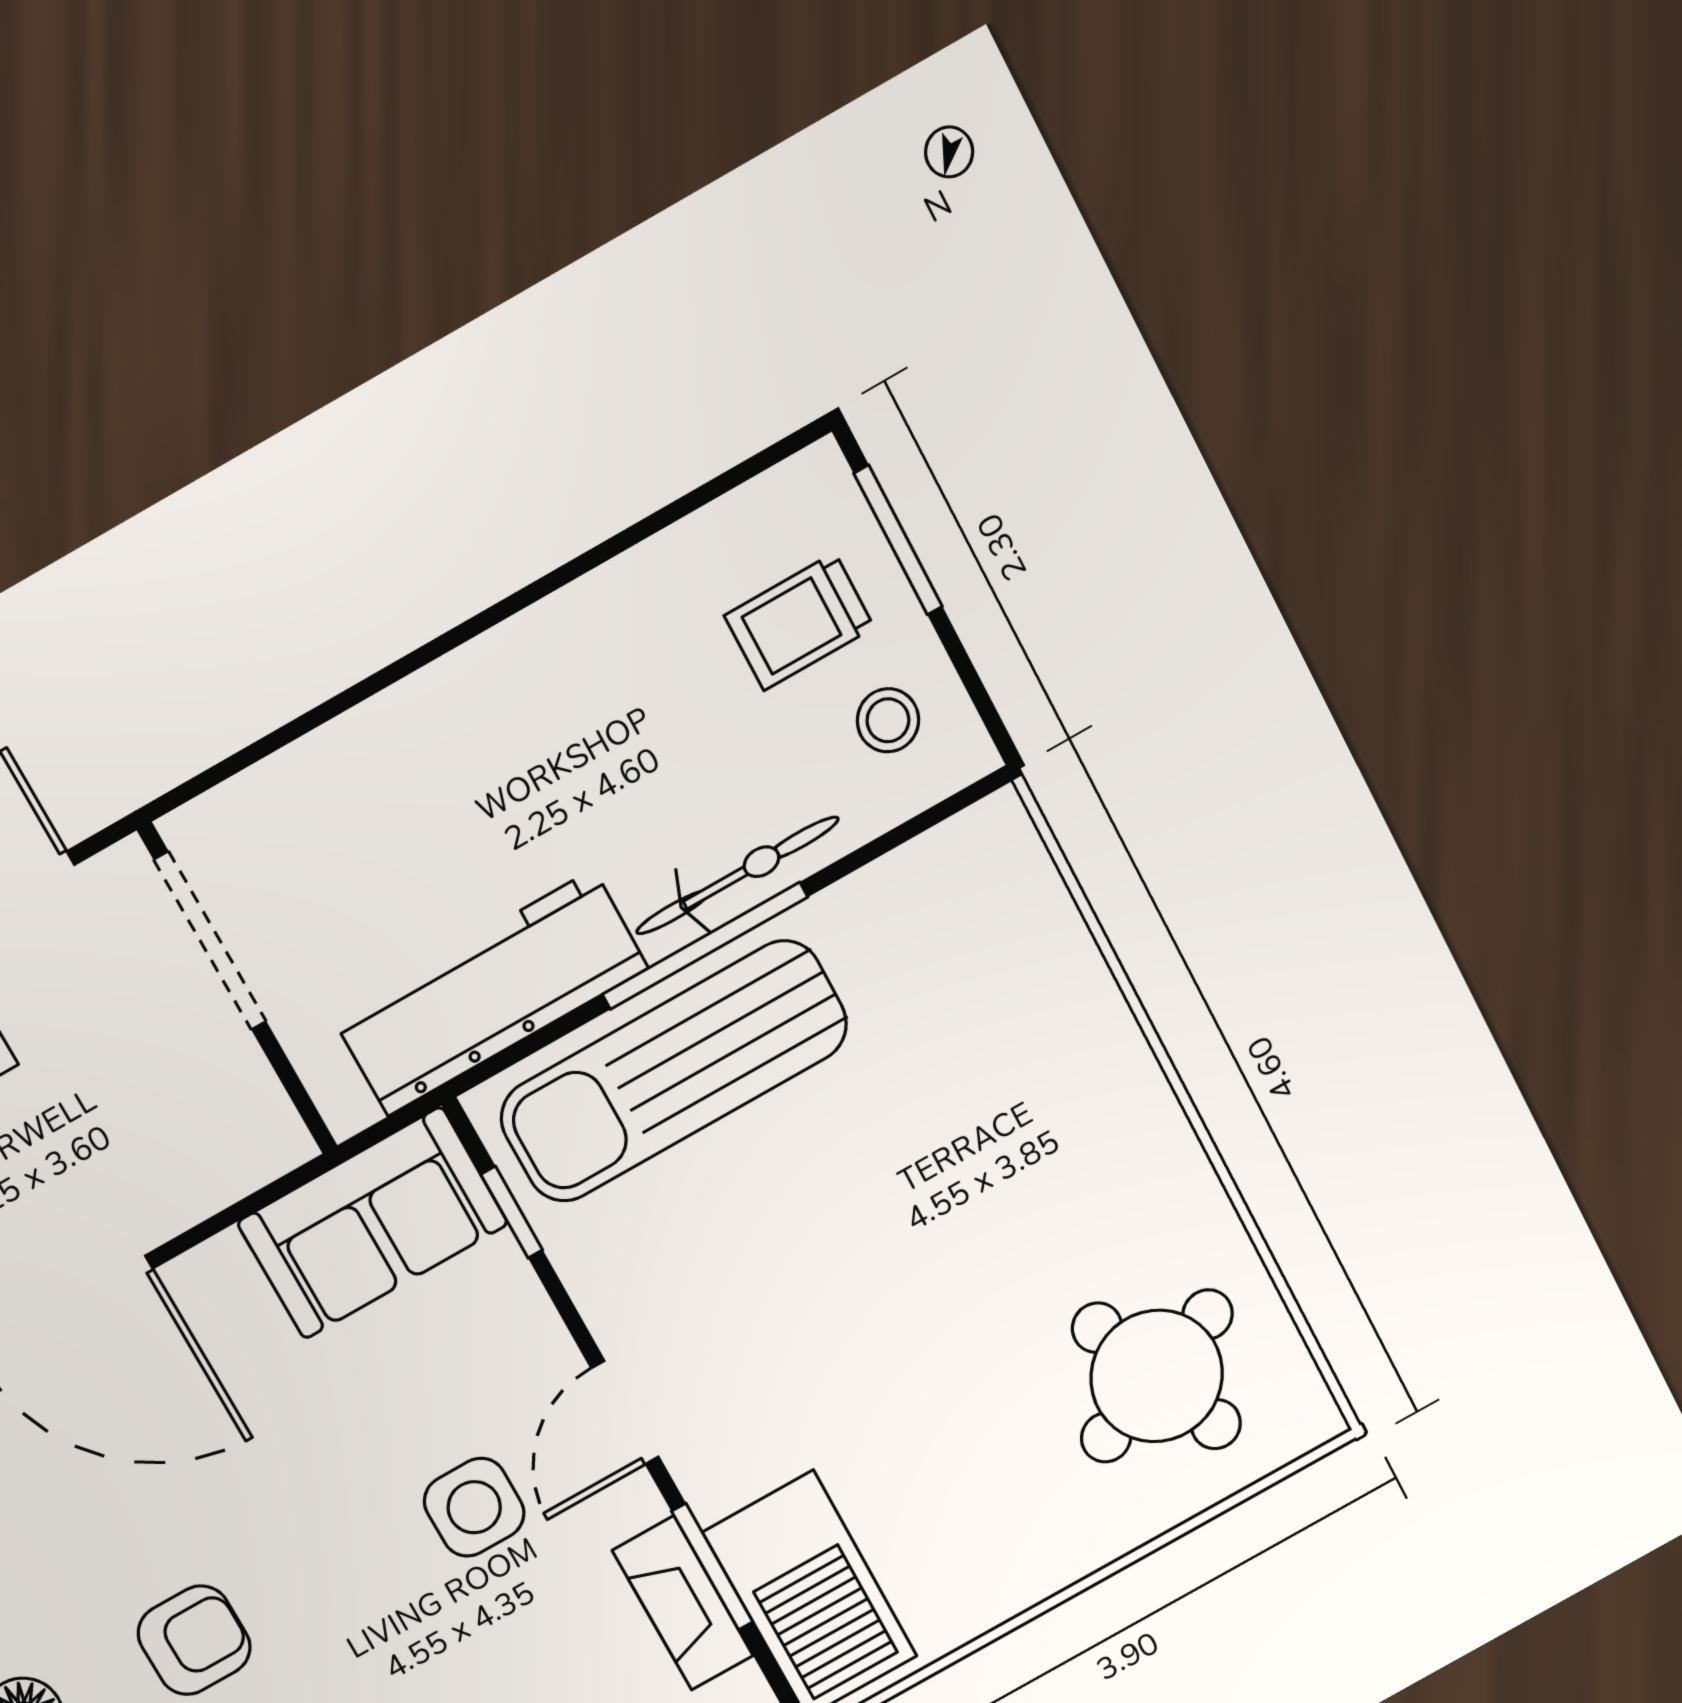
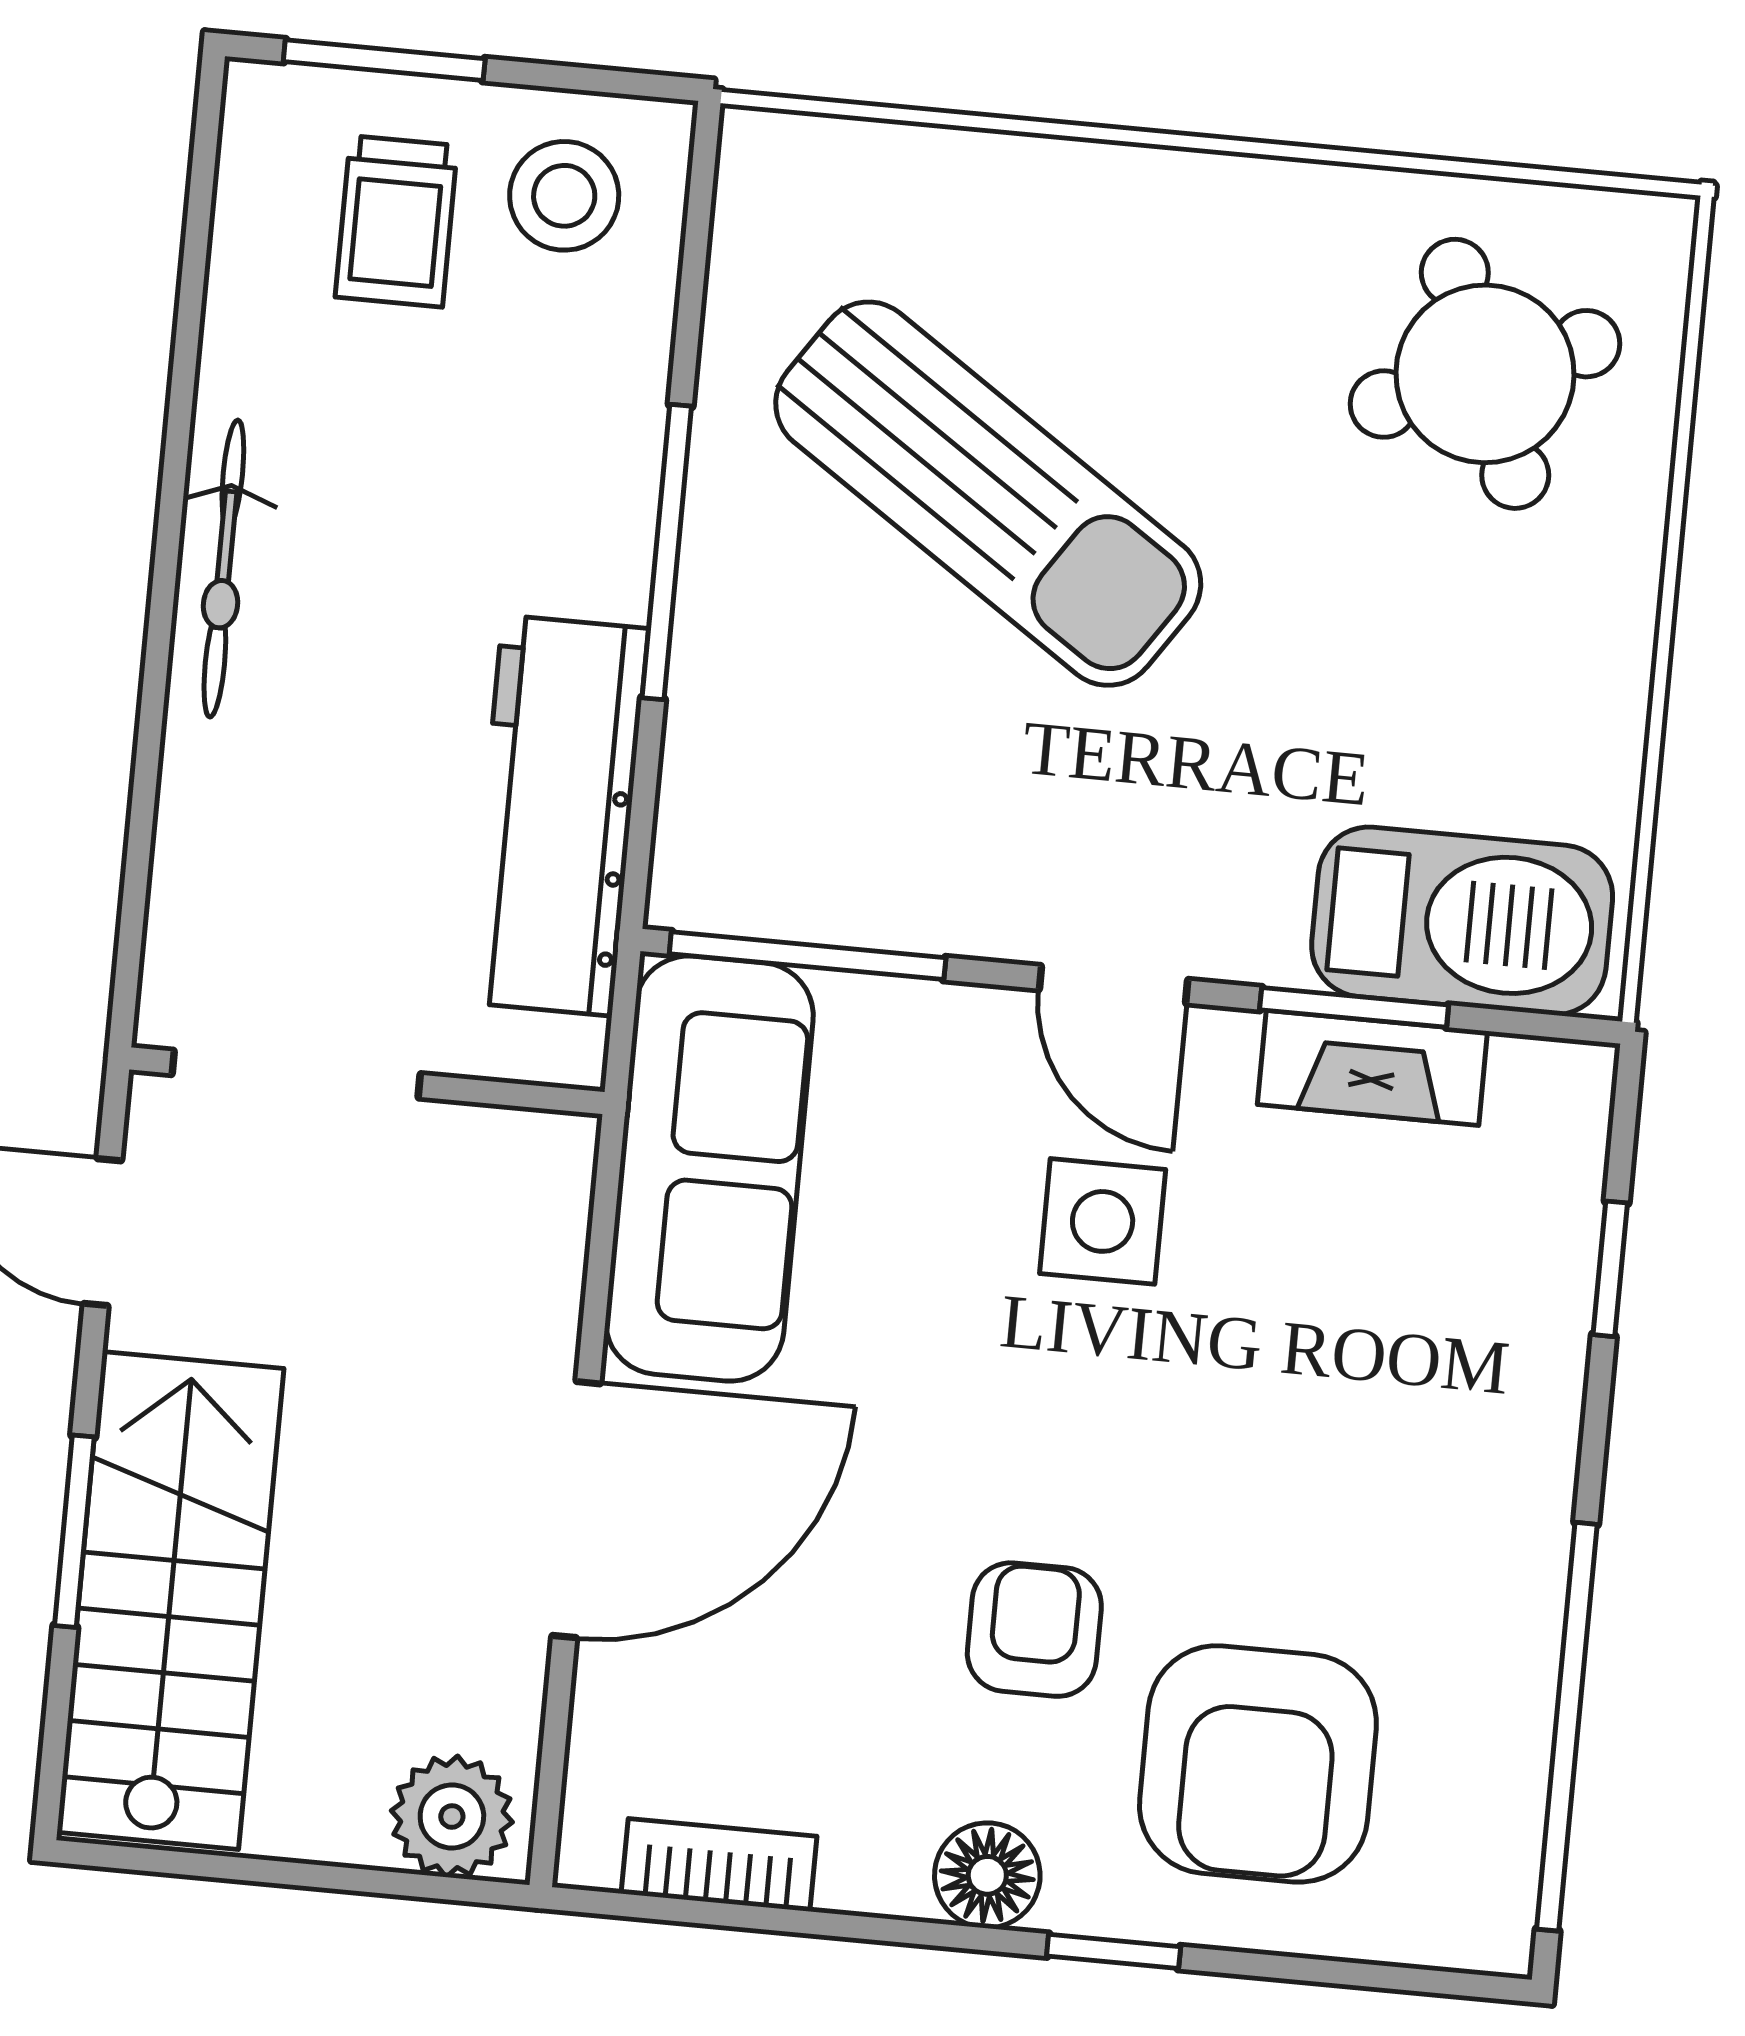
stool: (888, 720) -> (564, 196), width x1.37, depth x1.37
bicycle: (737, 875) -> (224, 569), moved, turned 180
sun lounger: (674, 1071) -> (988, 494), moved, turned -56
window: (512, 1212) -> (808, 956), width x2.17
sofa: (373, 1223) -> (709, 1169), width x1.36

